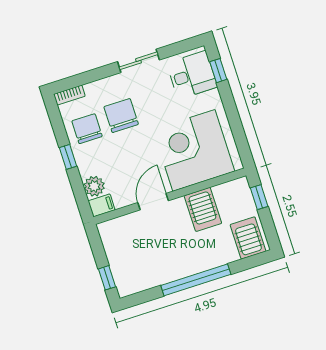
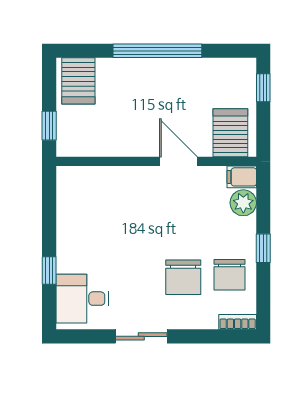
window: (218, 71) -> (49, 270), moved
corner desk: (194, 150) -> (110, 207), removed
door: (153, 202) -> (178, 161), swing flipped
server rack: (203, 209) -> (230, 133), moved

